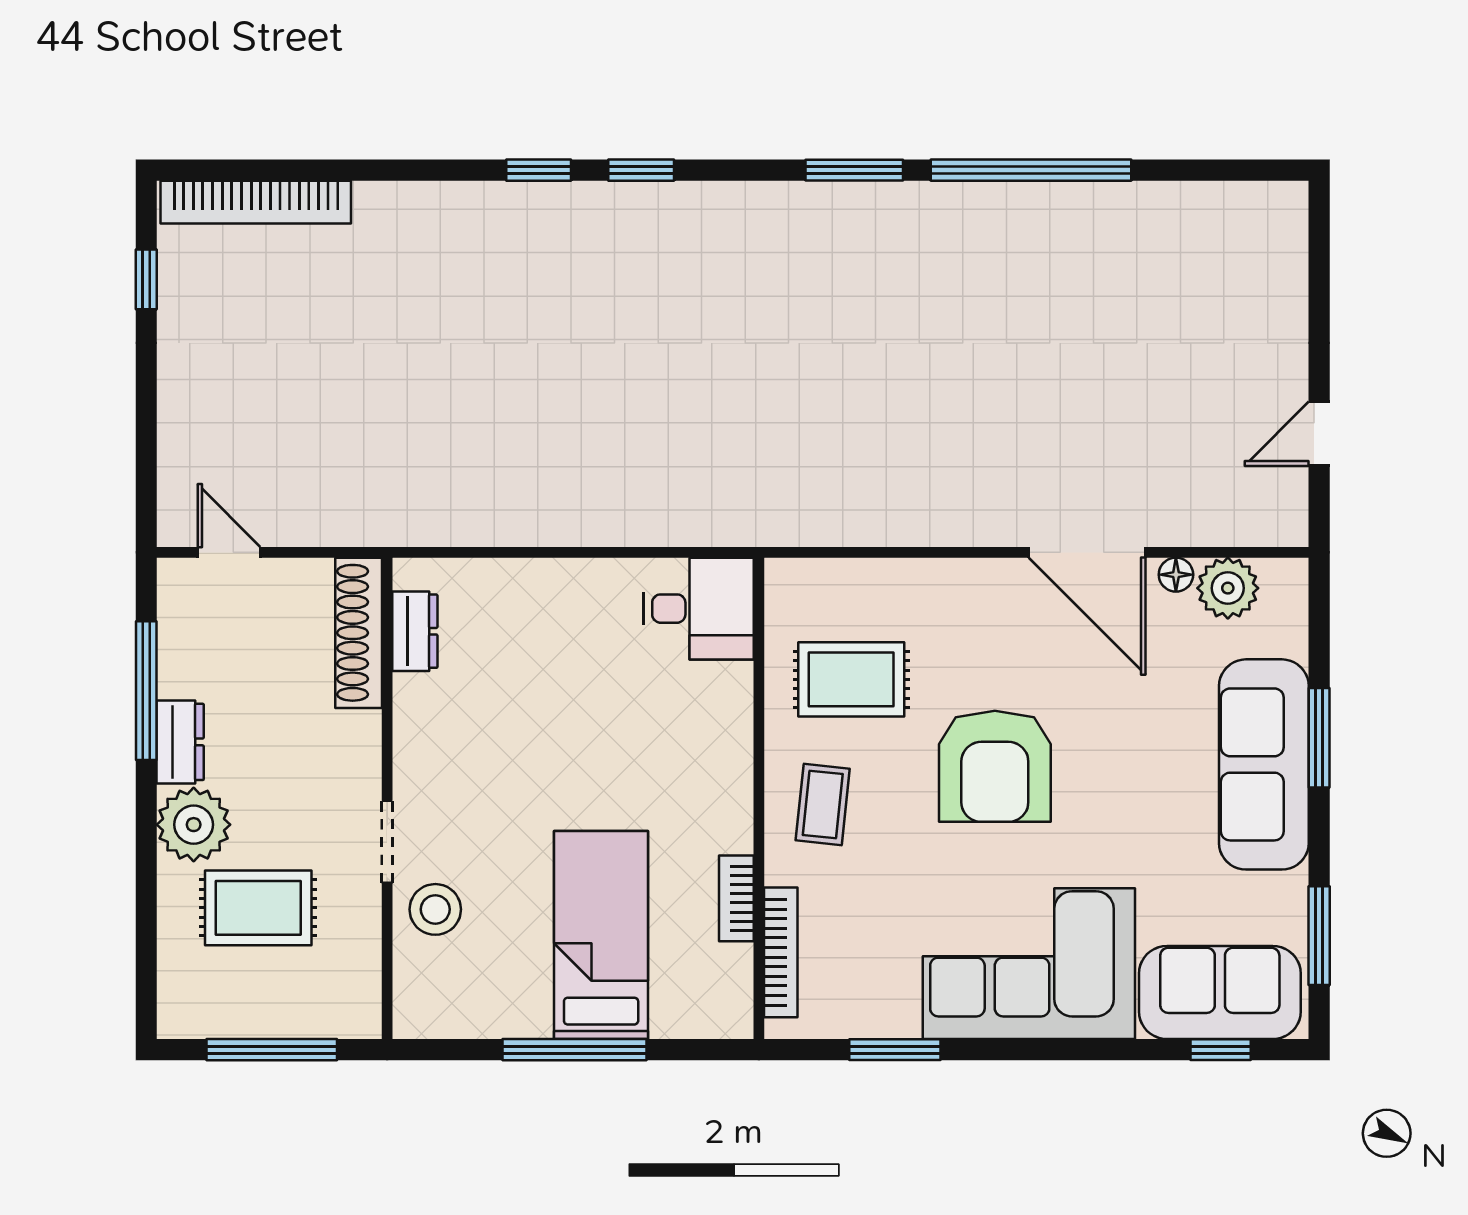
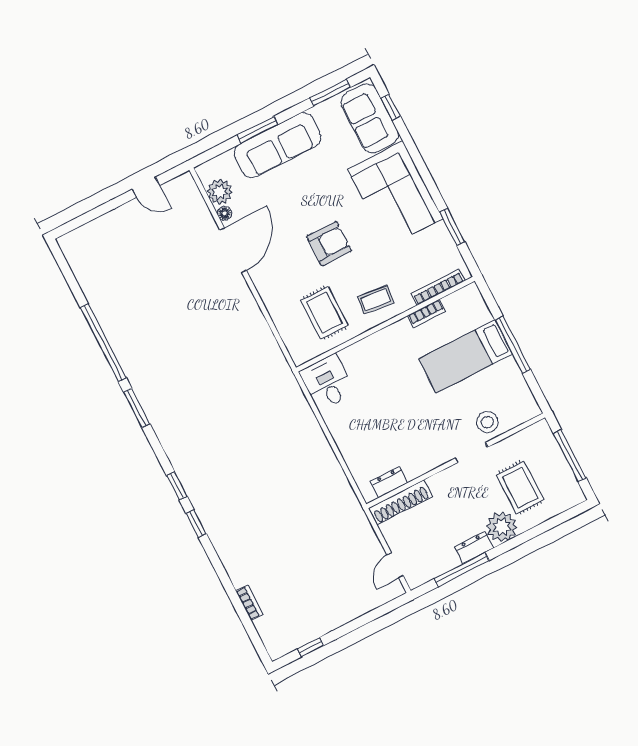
bookcase: (256, 202) -> (249, 603), width x0.43, depth x0.76
armchair: (995, 766) -> (329, 244), width x0.73, depth x0.73

